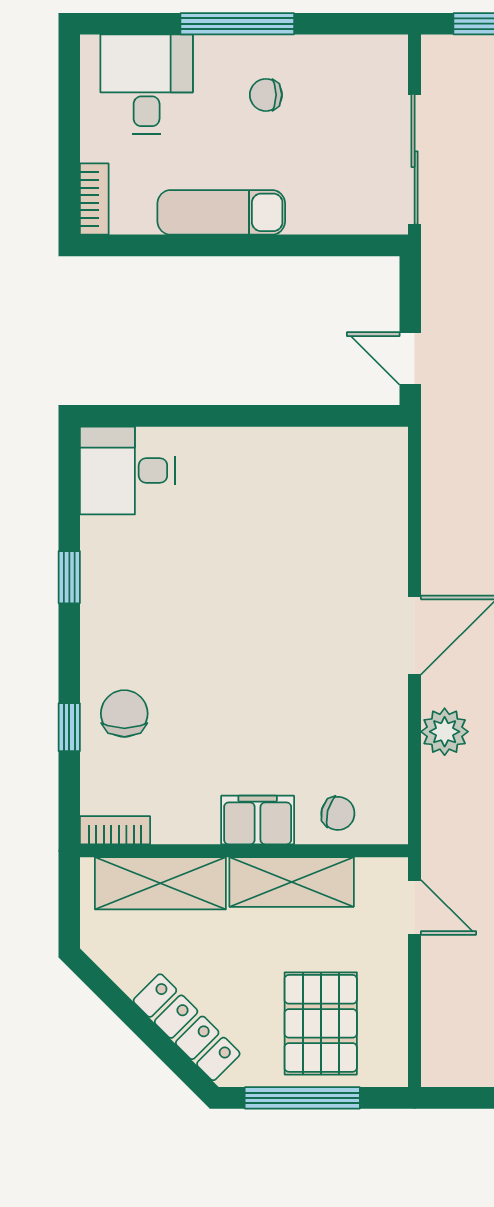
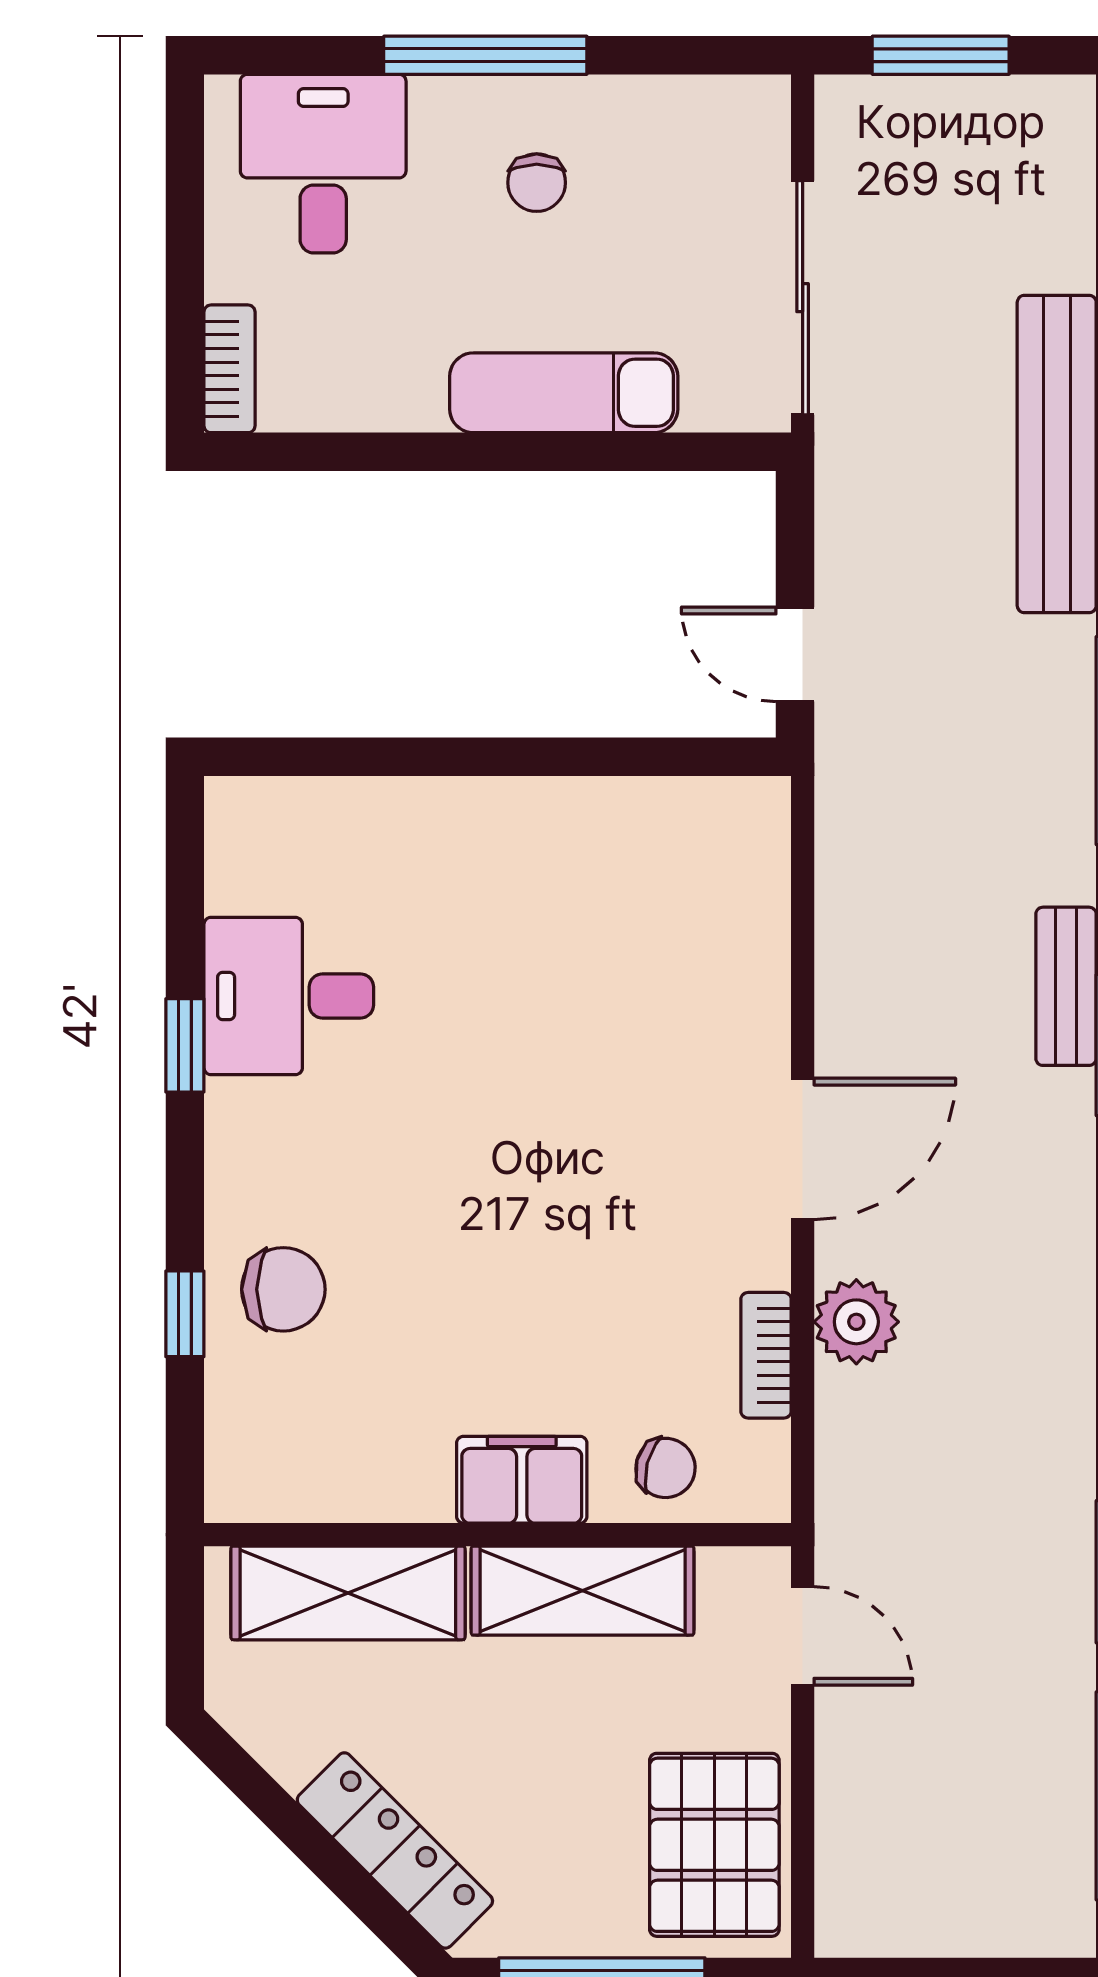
chair: (266, 95) -> (537, 183), turned -90
exam couch: (221, 212) -> (564, 393), moved
desk: (127, 471) -> (289, 996), moved
chair: (124, 714) -> (283, 1289), turned 90
bookcase: (115, 830) -> (766, 1355), moved, turned -90
pallet: (321, 1023) -> (714, 1845), moved

